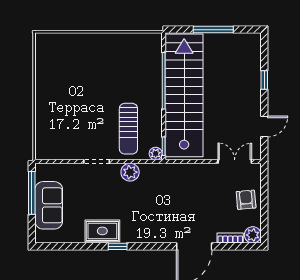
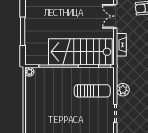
stairs: (184, 95) -> (80, 52), width x0.73
plant: (156, 154) -> (29, 72), moved
fireplace: (194, 170) -> (121, 45), added

